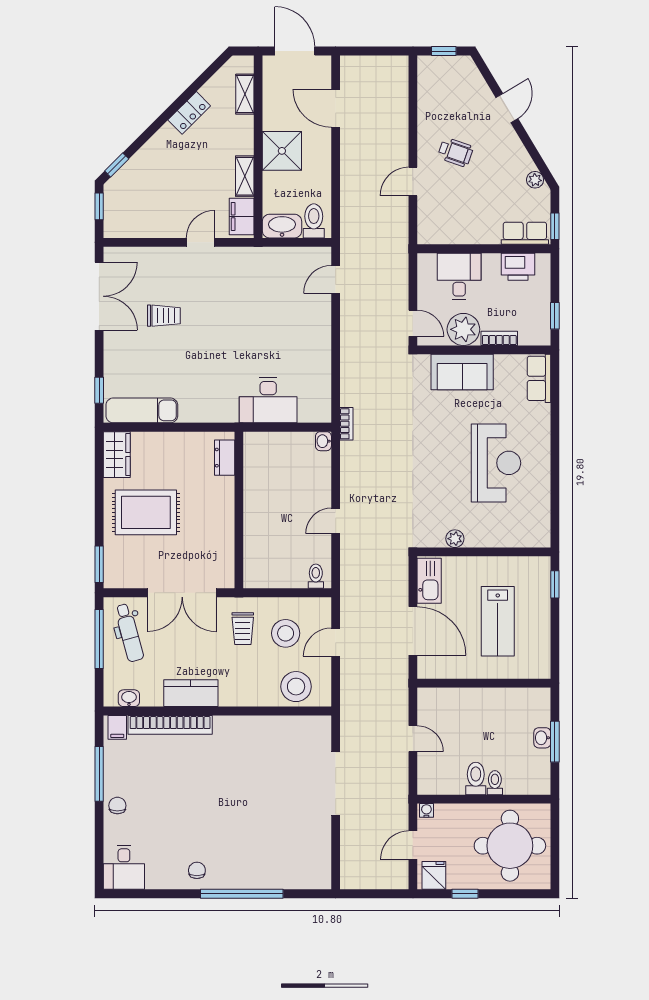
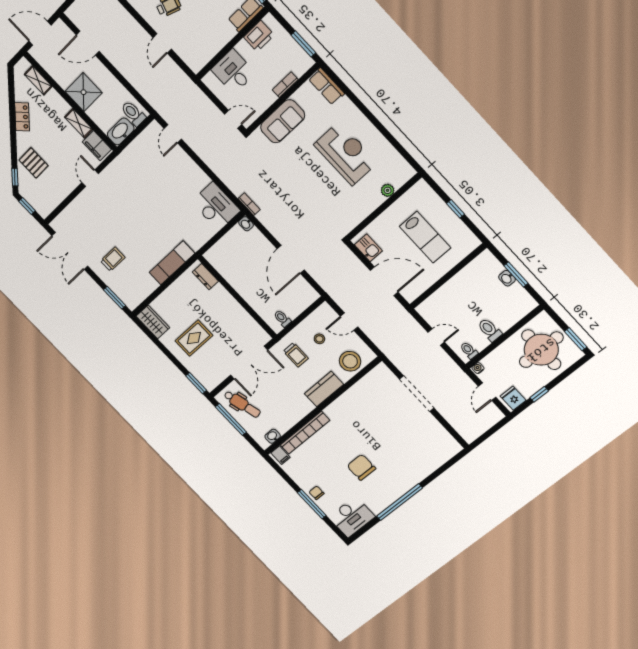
pallet: (153, 170) -> (34, 163), added
double door: (99, 296) -> (70, 251), swing flipped
trolley: (164, 316) -> (113, 259), moved
window: (555, 316) -> (303, 44), width x1.50
plant: (463, 329) -> (262, 98), removed
window: (99, 390) -> (114, 298), width x1.50
desk: (268, 400) -> (216, 206), moved, turned -90
exam couch: (142, 410) -> (172, 263), moved
rug: (146, 512) -> (194, 338), width x0.73, depth x0.70
door: (336, 521) -> (291, 259), width x1.88
plant: (455, 539) -> (388, 190), moved
toilet: (316, 576) -> (282, 319), moved
kitchen sink: (429, 581) -> (368, 248), width x0.73
window: (555, 584) -> (455, 209), moved
stool: (286, 633) -> (319, 339), width x0.53, depth x0.53
door: (336, 642) -> (349, 322), hinge flipped
kitchen counter: (191, 693) -> (324, 389), moved
window: (99, 774) -> (312, 504), moved
toilet: (495, 783) -> (469, 350), moved
window: (555, 864) -> (576, 339), added
desk: (124, 867) -> (352, 517), width x1.37
chair: (197, 870) -> (361, 467), moved, width x1.87, depth x1.87
window: (242, 894) -> (400, 502), moved

